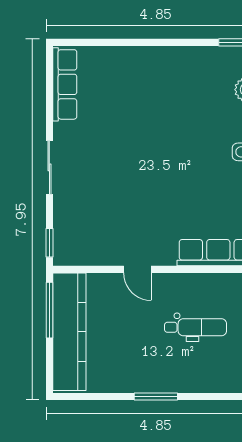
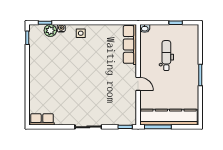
row of seats: (65, 84) -> (42, 119), width x0.68
door: (137, 269) -> (138, 84), hinge flipped

